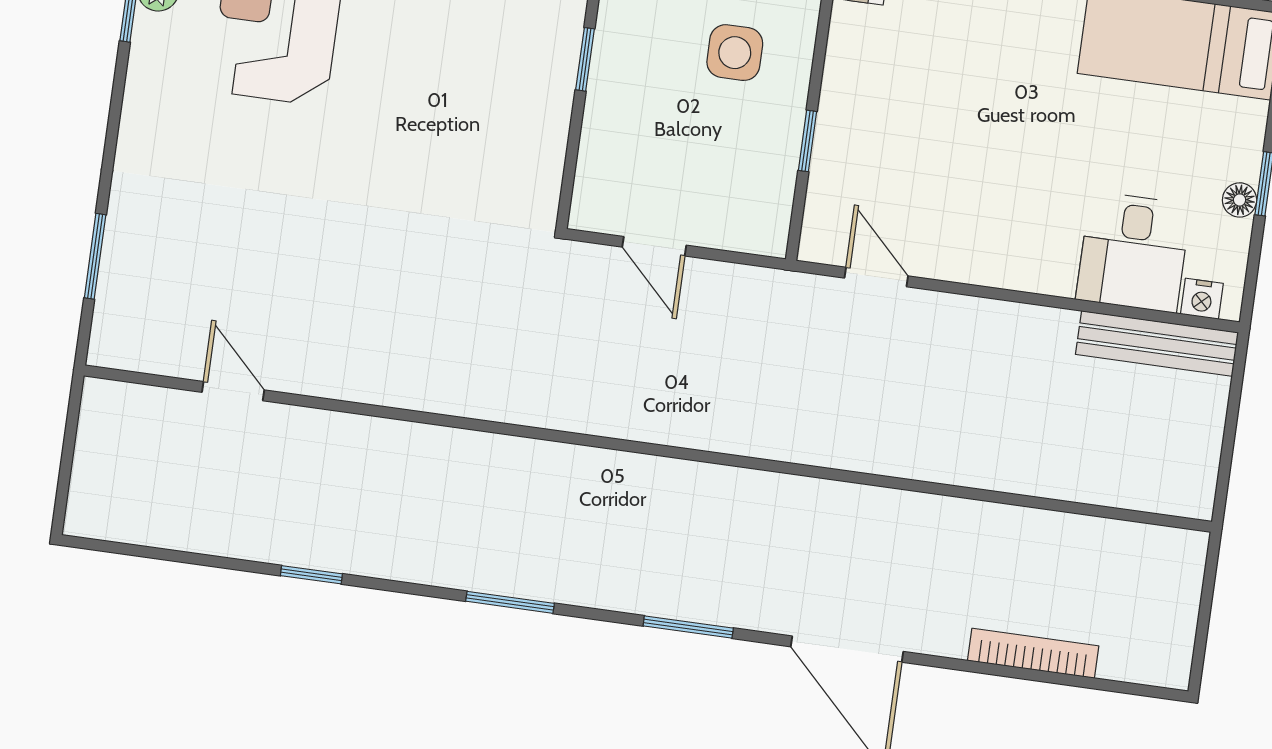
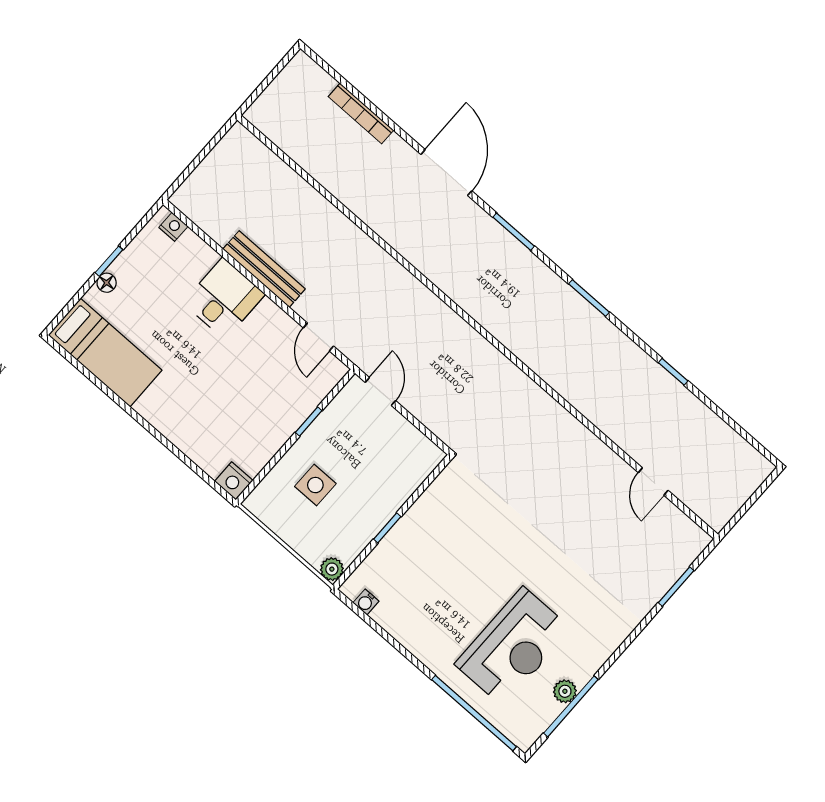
floor lamp: (1240, 200) -> (107, 283), moved
door: (654, 246) -> (380, 391), moved
desk: (1133, 252) -> (224, 299), moved
bench: (1157, 343) -> (264, 269), moved

